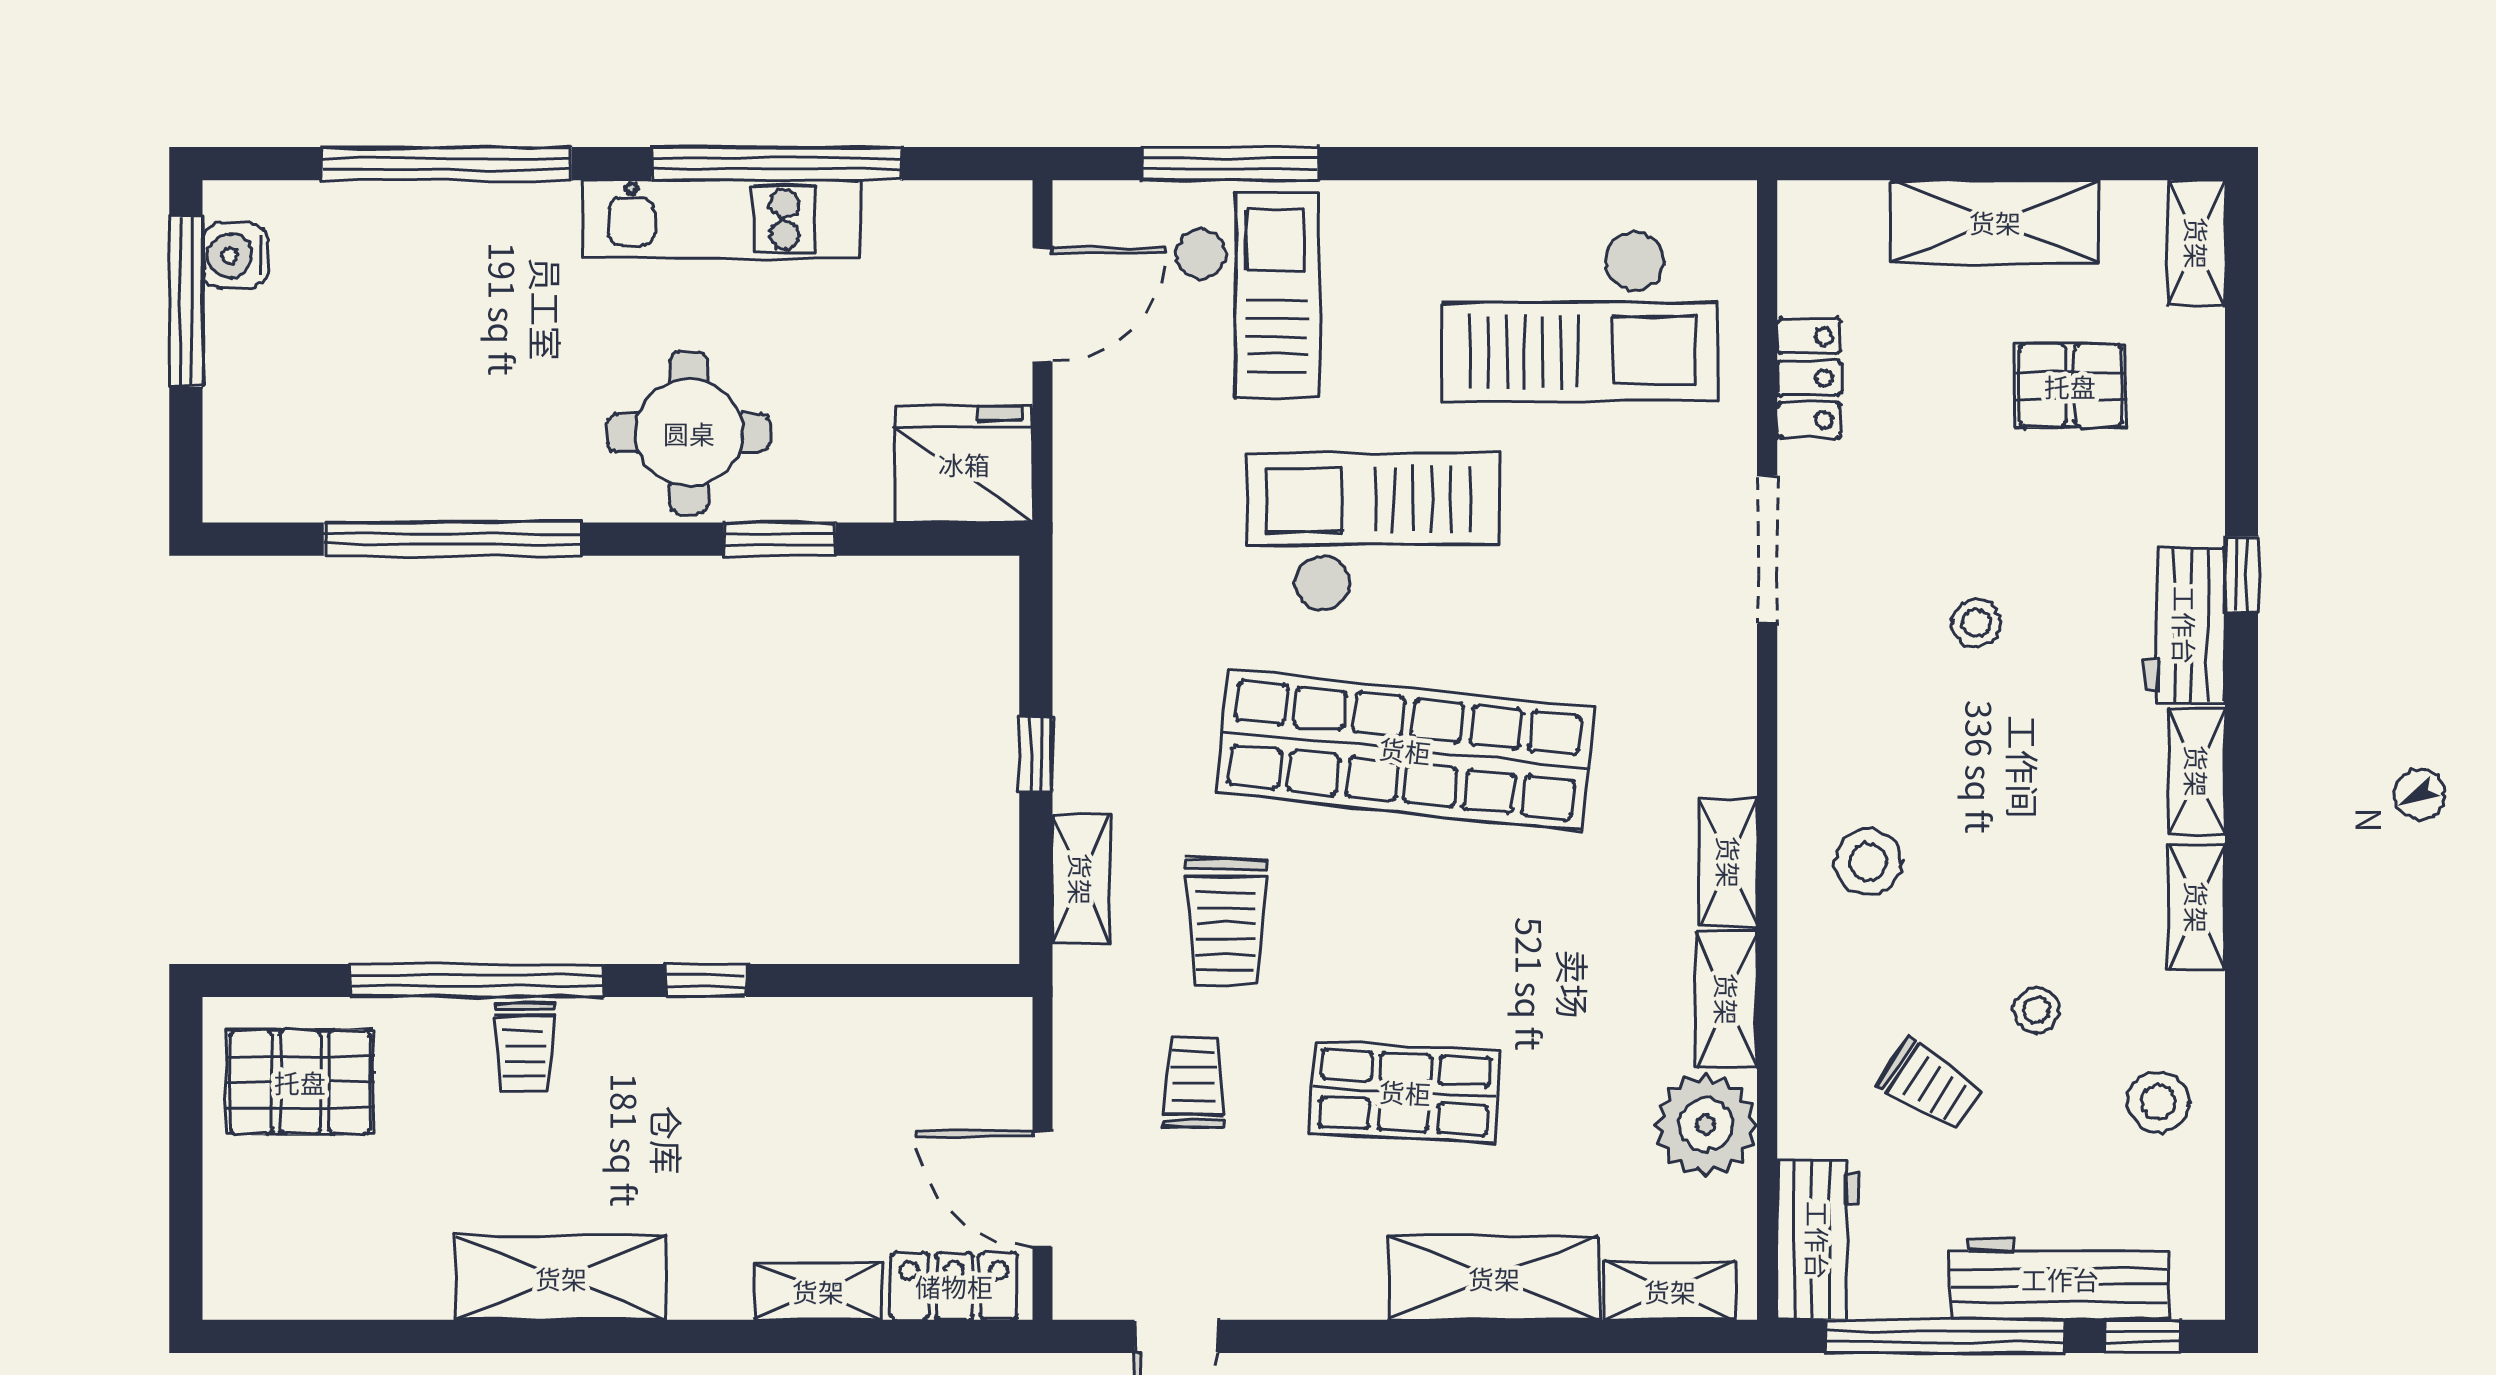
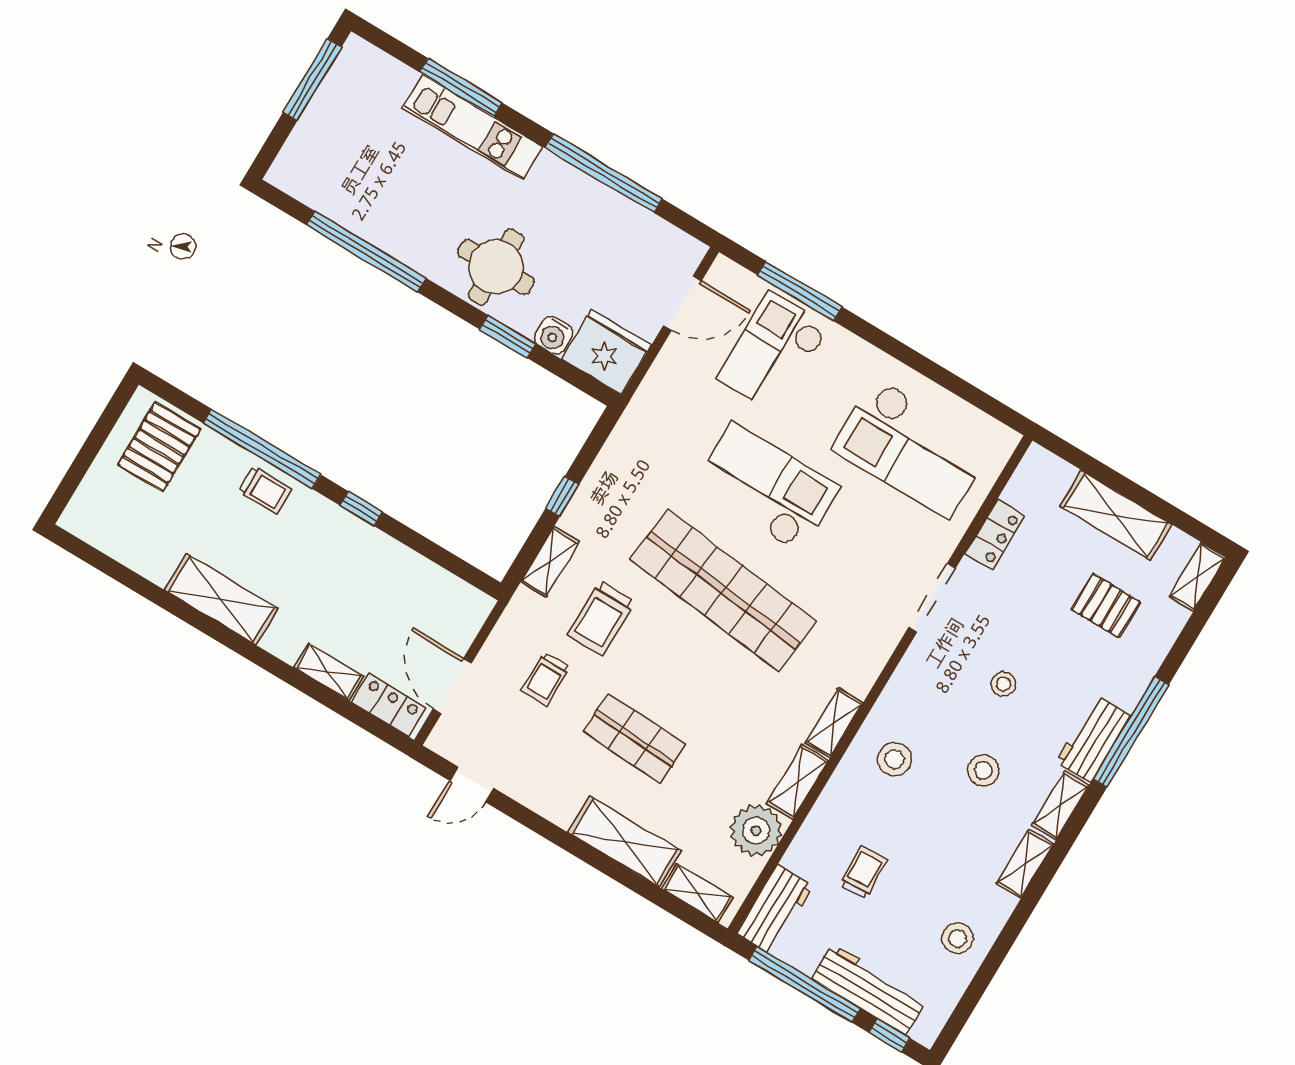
window: (446, 164) -> (461, 87), width x0.68
kitchen unit: (721, 219) -> (473, 127), moved
water cooler: (235, 256) -> (554, 335), moved, turned -90
checkout: (1247, 295) -> (773, 352), turned 180
window: (2241, 574) -> (1131, 732), width x3.17
stool: (2036, 1010) -> (983, 770), moved, width x1.37, depth x1.37
trolley: (524, 1047) -> (265, 490), turned -90
pallet: (300, 1082) -> (159, 447), turned 90
trolley: (1193, 1082) -> (545, 679), turned 180
trolley: (1930, 1086) -> (863, 872), turned -126

